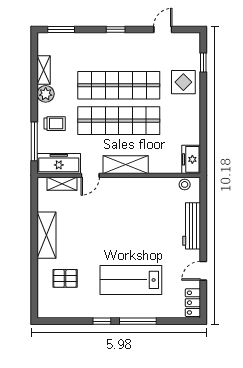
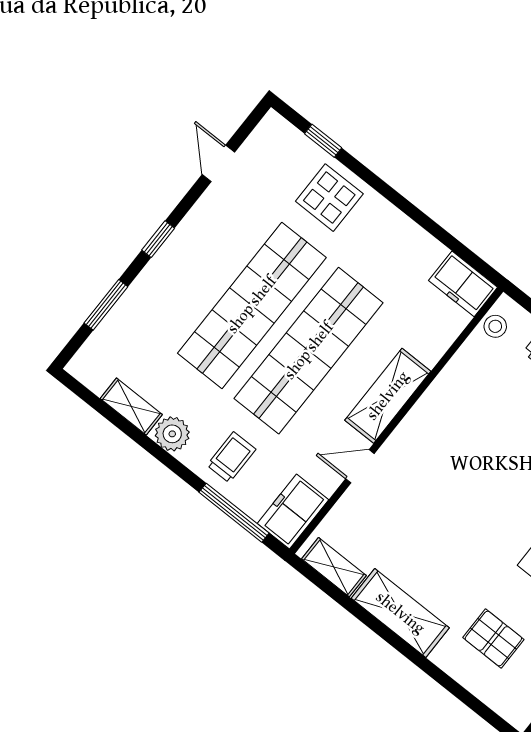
window: (61, 29) -> (106, 305), moved
freezer: (59, 164) -> (293, 512), width x0.71
door: (90, 175) -> (360, 466), swing flipped
shelving: (62, 184) -> (334, 567), moved, turned 90
pallet: (65, 278) -> (493, 639), turned 90

